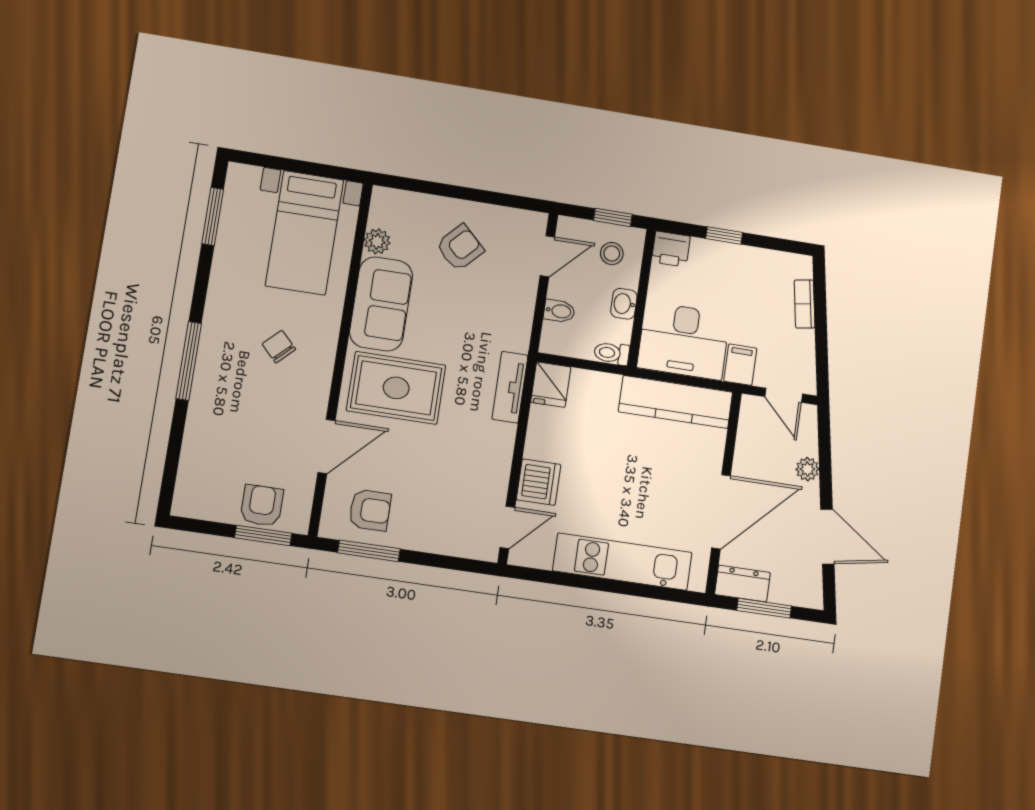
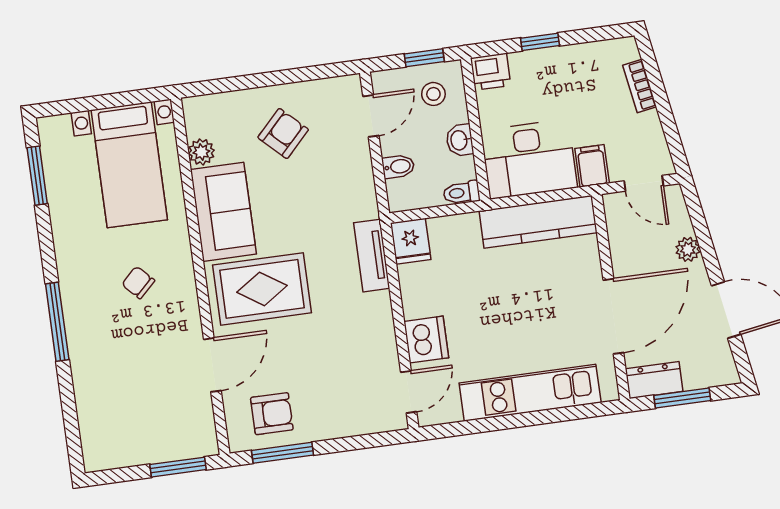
armchair: (262, 506) -> (168, 439), removed

